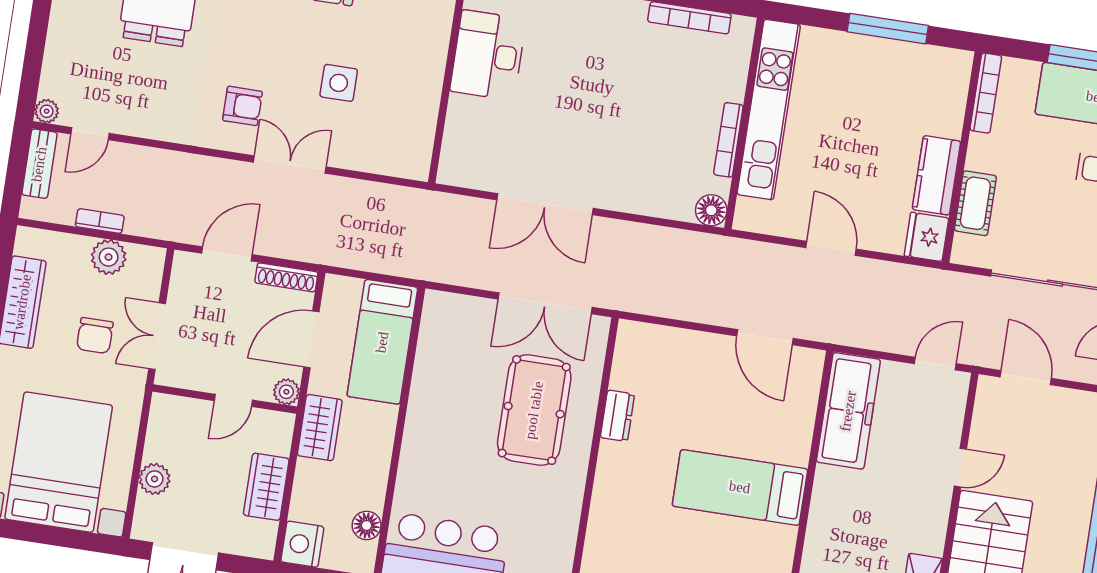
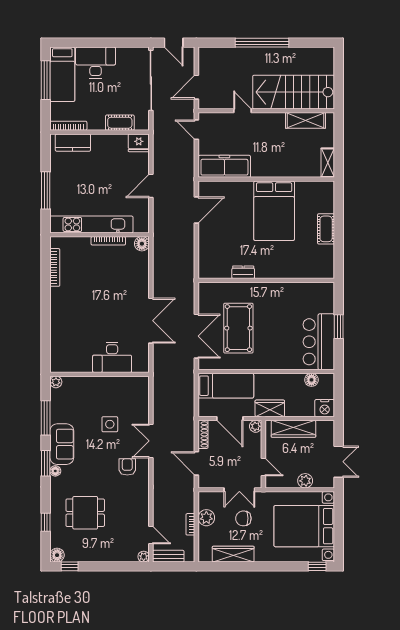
window: (888, 29) -> (46, 190), moved
desk: (488, 55) -> (112, 357), moved
kitchen counter: (936, 175) -> (73, 143), moved
double door: (545, 303) -> (196, 336), moved
chair: (95, 336) -> (243, 518), turned 180
door: (233, 400) -> (263, 467), moved
pool table: (534, 410) -> (238, 328), moved, turned 90
wardrobe: (266, 487) -> (293, 429), width x1.50
bed: (740, 487) -> (274, 211), width x1.50

